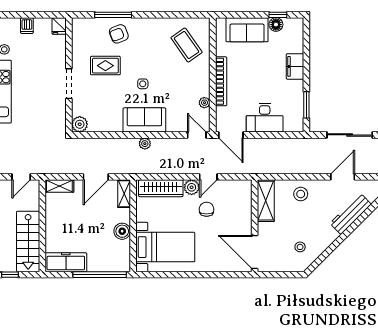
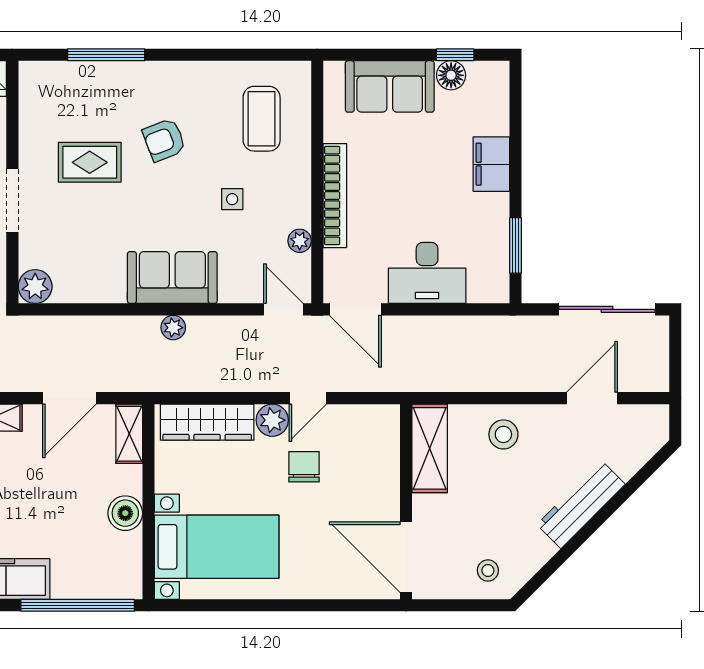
armchair: (119, 34) -> (164, 140), moved
coffee table: (187, 45) -> (262, 119), turned 35
side table: (143, 84) -> (232, 199), moved
workbench: (351, 214) -> (581, 504), moved
stool: (300, 247) -> (488, 571), moved

